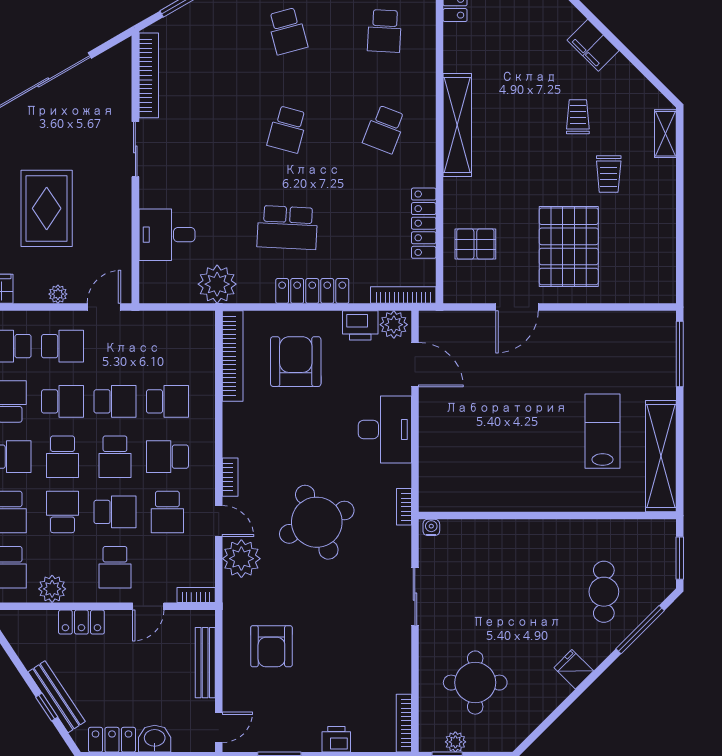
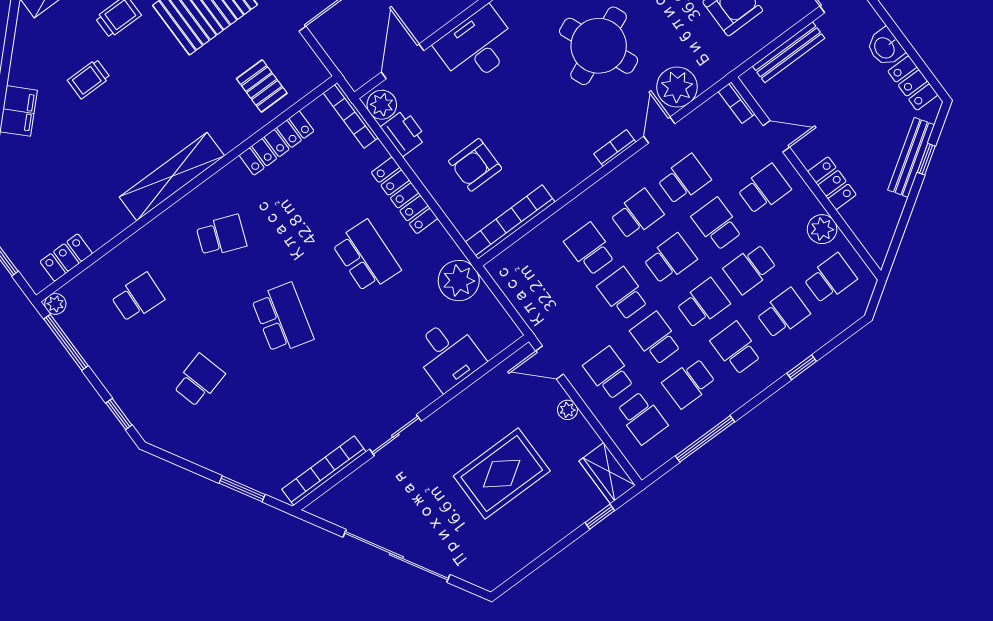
school desk: (287, 129) -> (282, 318), width x1.85
armchair: (296, 362) -> (475, 165), width x0.73, depth x0.73
school desk: (167, 457) -> (637, 214), turned -90

